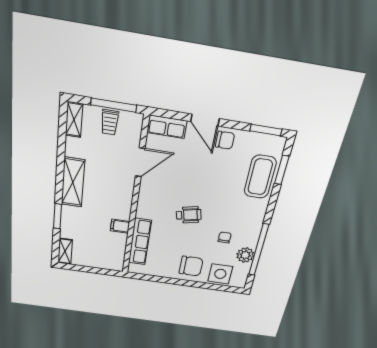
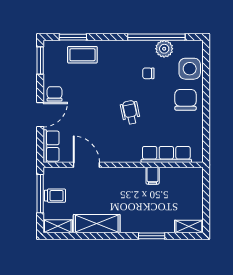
coffee table: (260, 177) -> (82, 55), width x0.73, depth x0.76
shelving: (73, 182) -> (97, 224), moved

